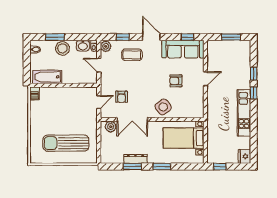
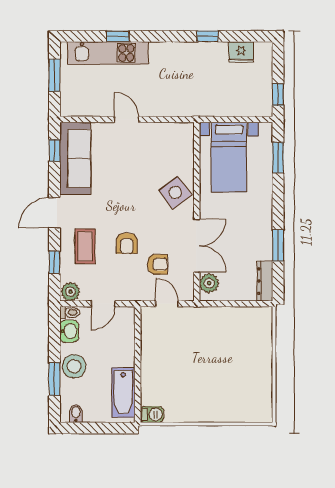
armchair: (176, 81) -> (127, 243), moved
window: (254, 93) -> (208, 36), moved
kitchen unit: (244, 113) -> (108, 53), moved
sun lounger: (66, 143) -> (238, 360), removed
fridge: (244, 156) -> (241, 52), moved
dresser: (135, 159) -> (265, 281), moved
window: (162, 167) -> (278, 158), moved

